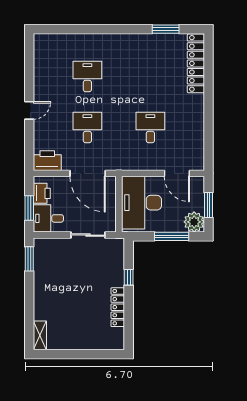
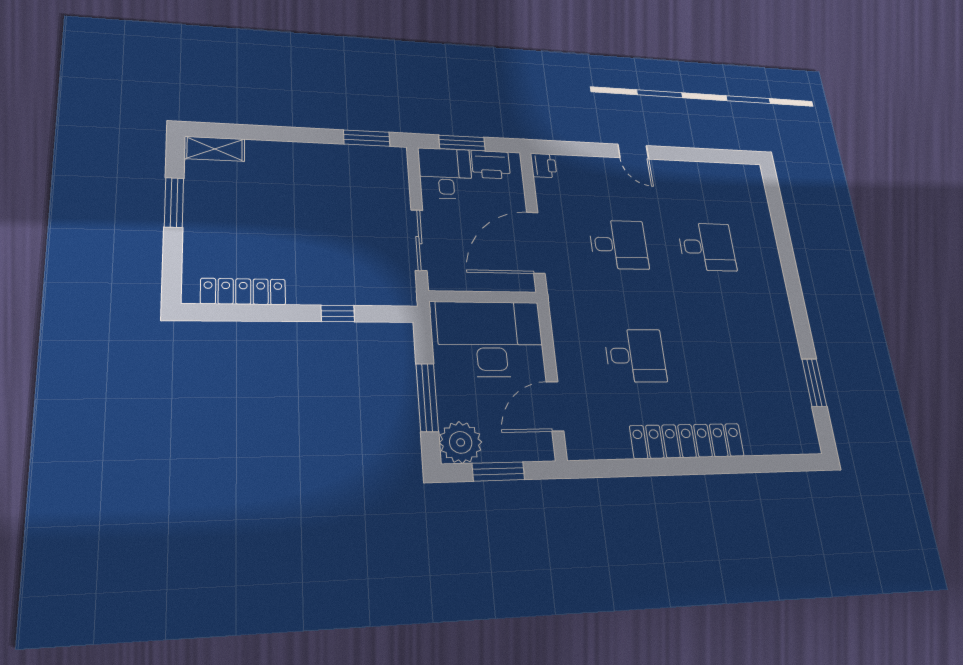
locker: (196, 63) -> (687, 441), moved
printer: (47, 161) -> (544, 165), width x0.53, depth x0.68
locker: (118, 307) -> (243, 292), moved
window: (71, 354) -> (174, 202), added

